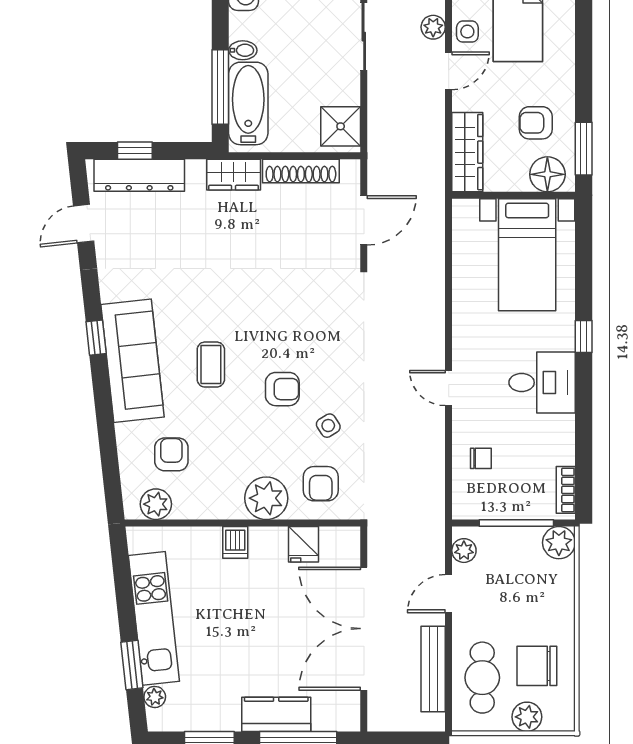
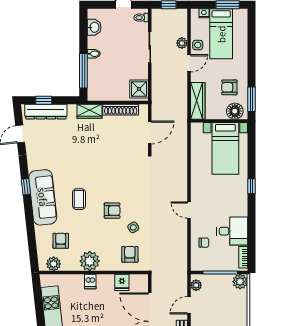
bathtub: (248, 103) -> (96, 78), removed
desk: (542, 383) -> (232, 231), moved
armchair: (321, 484) -> (130, 254), turned 180
plant: (266, 498) -> (90, 261), moved

